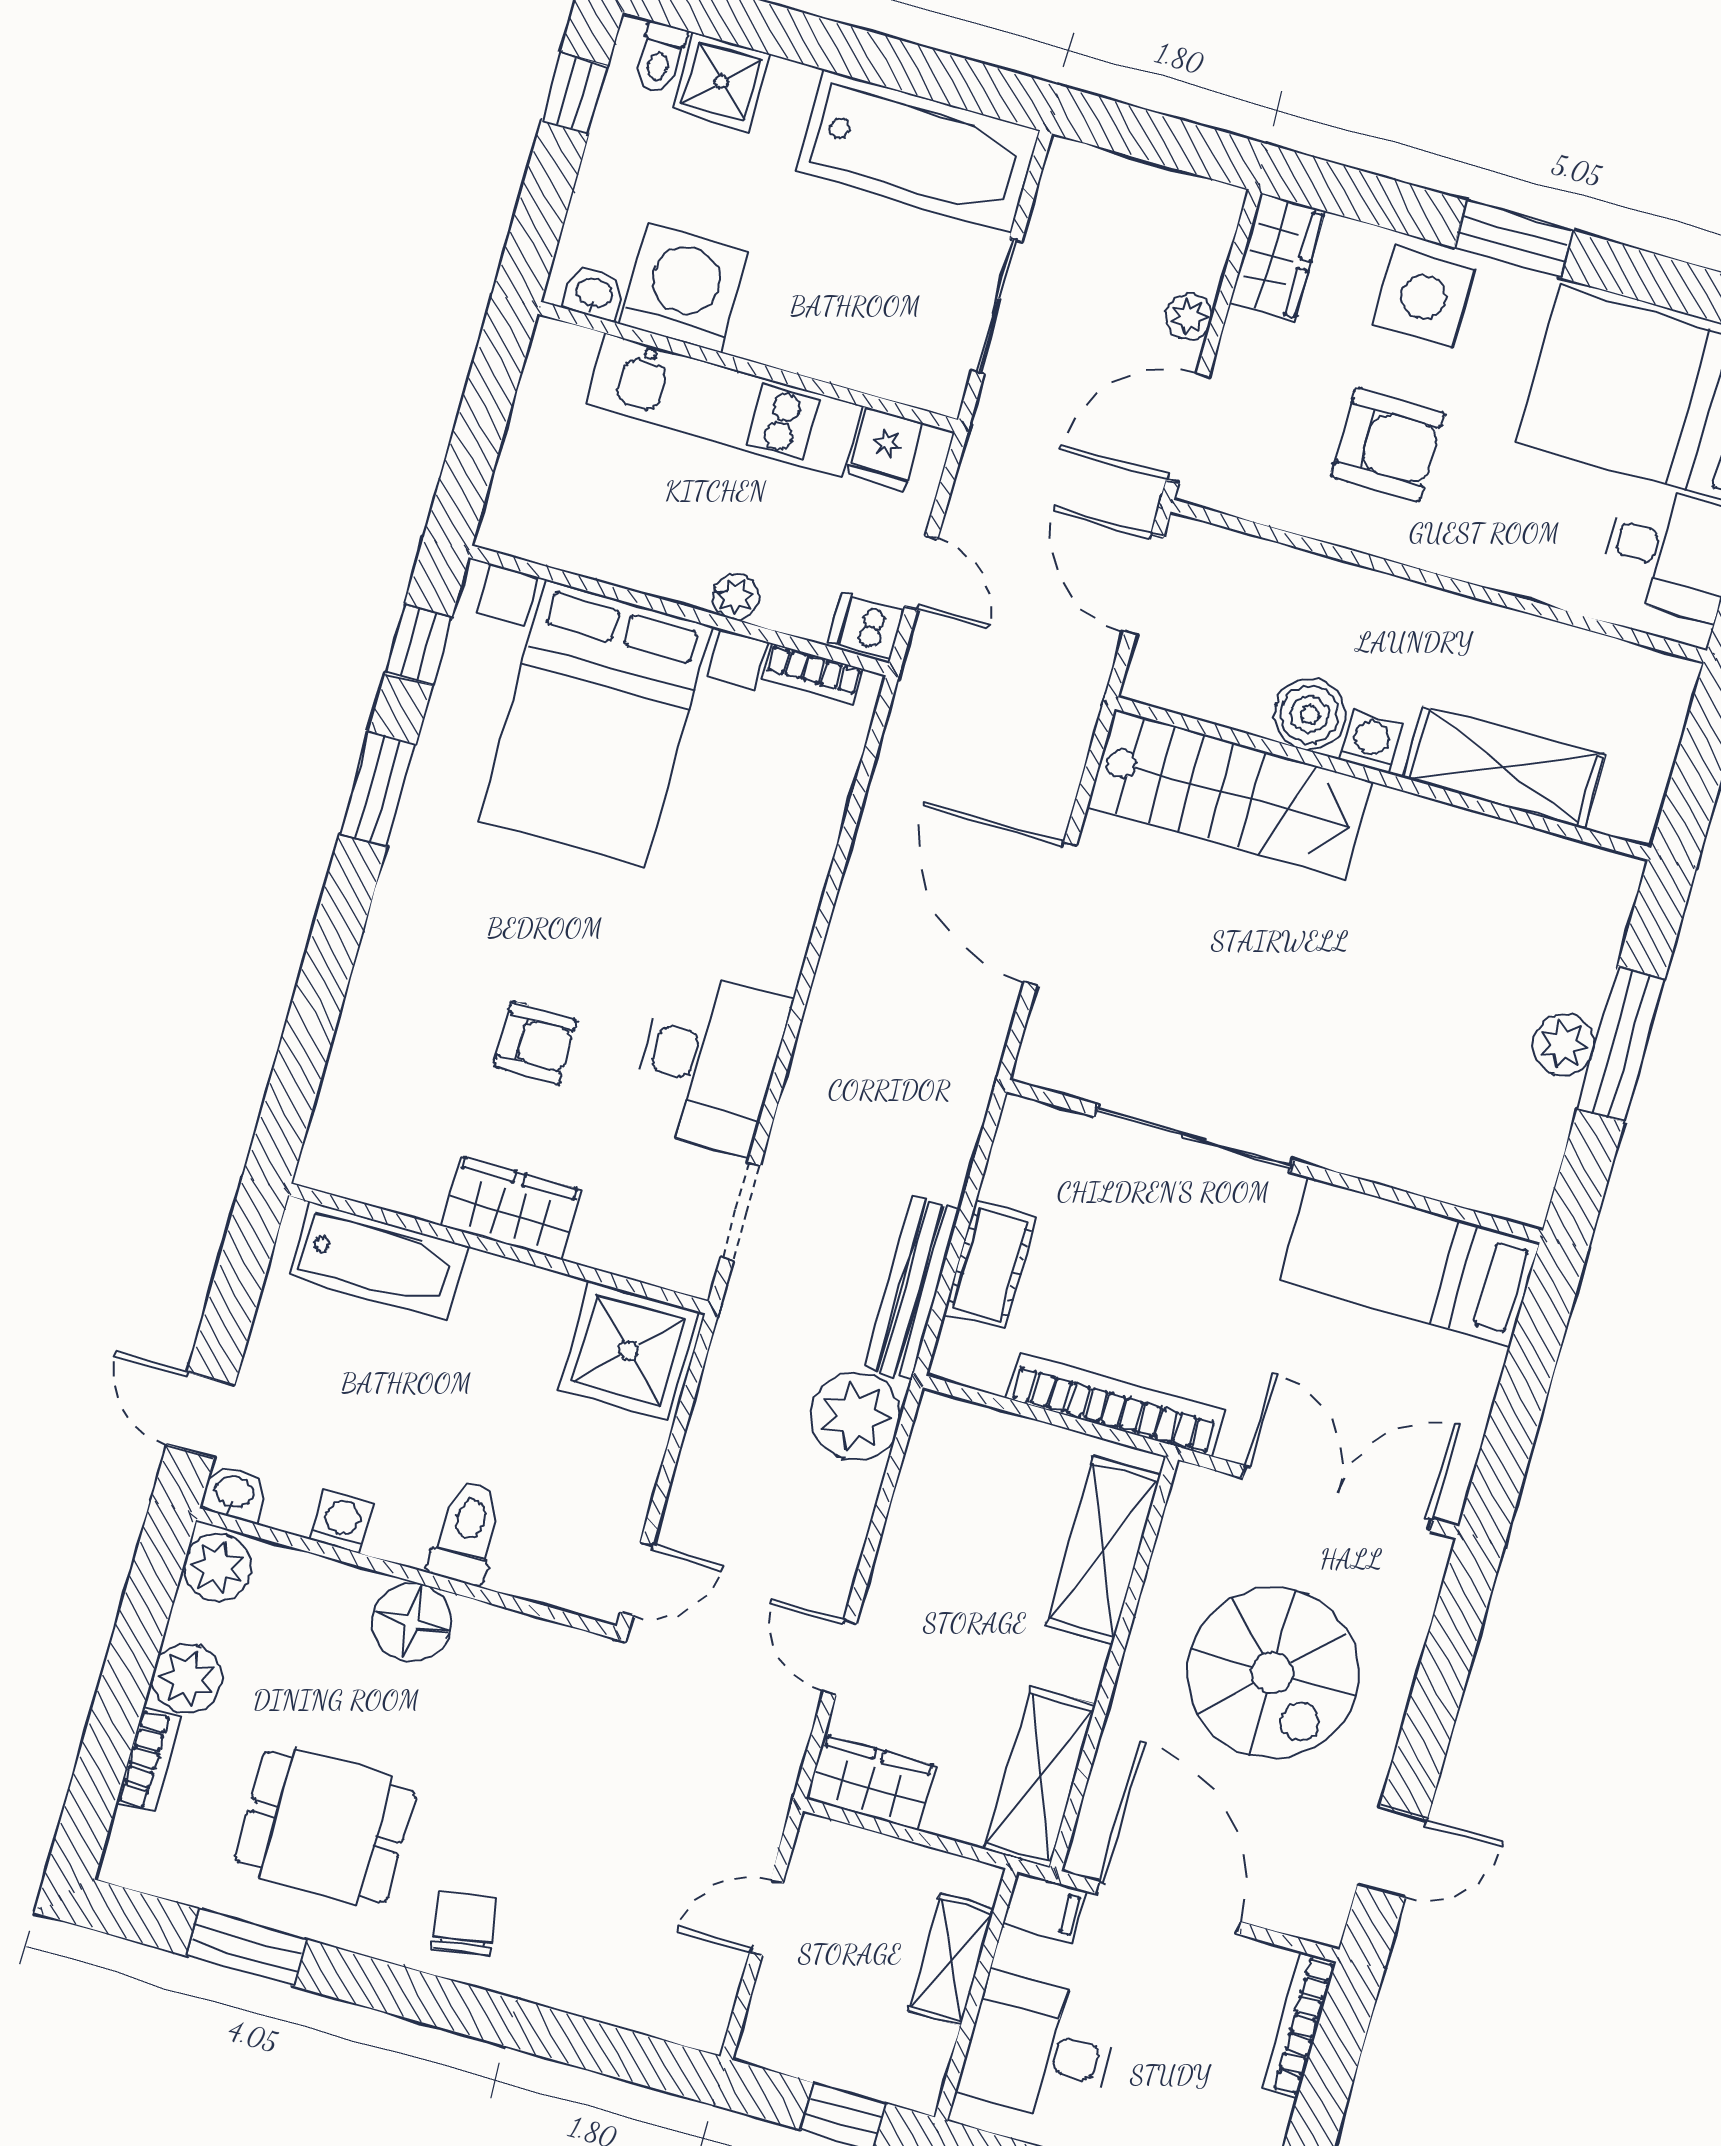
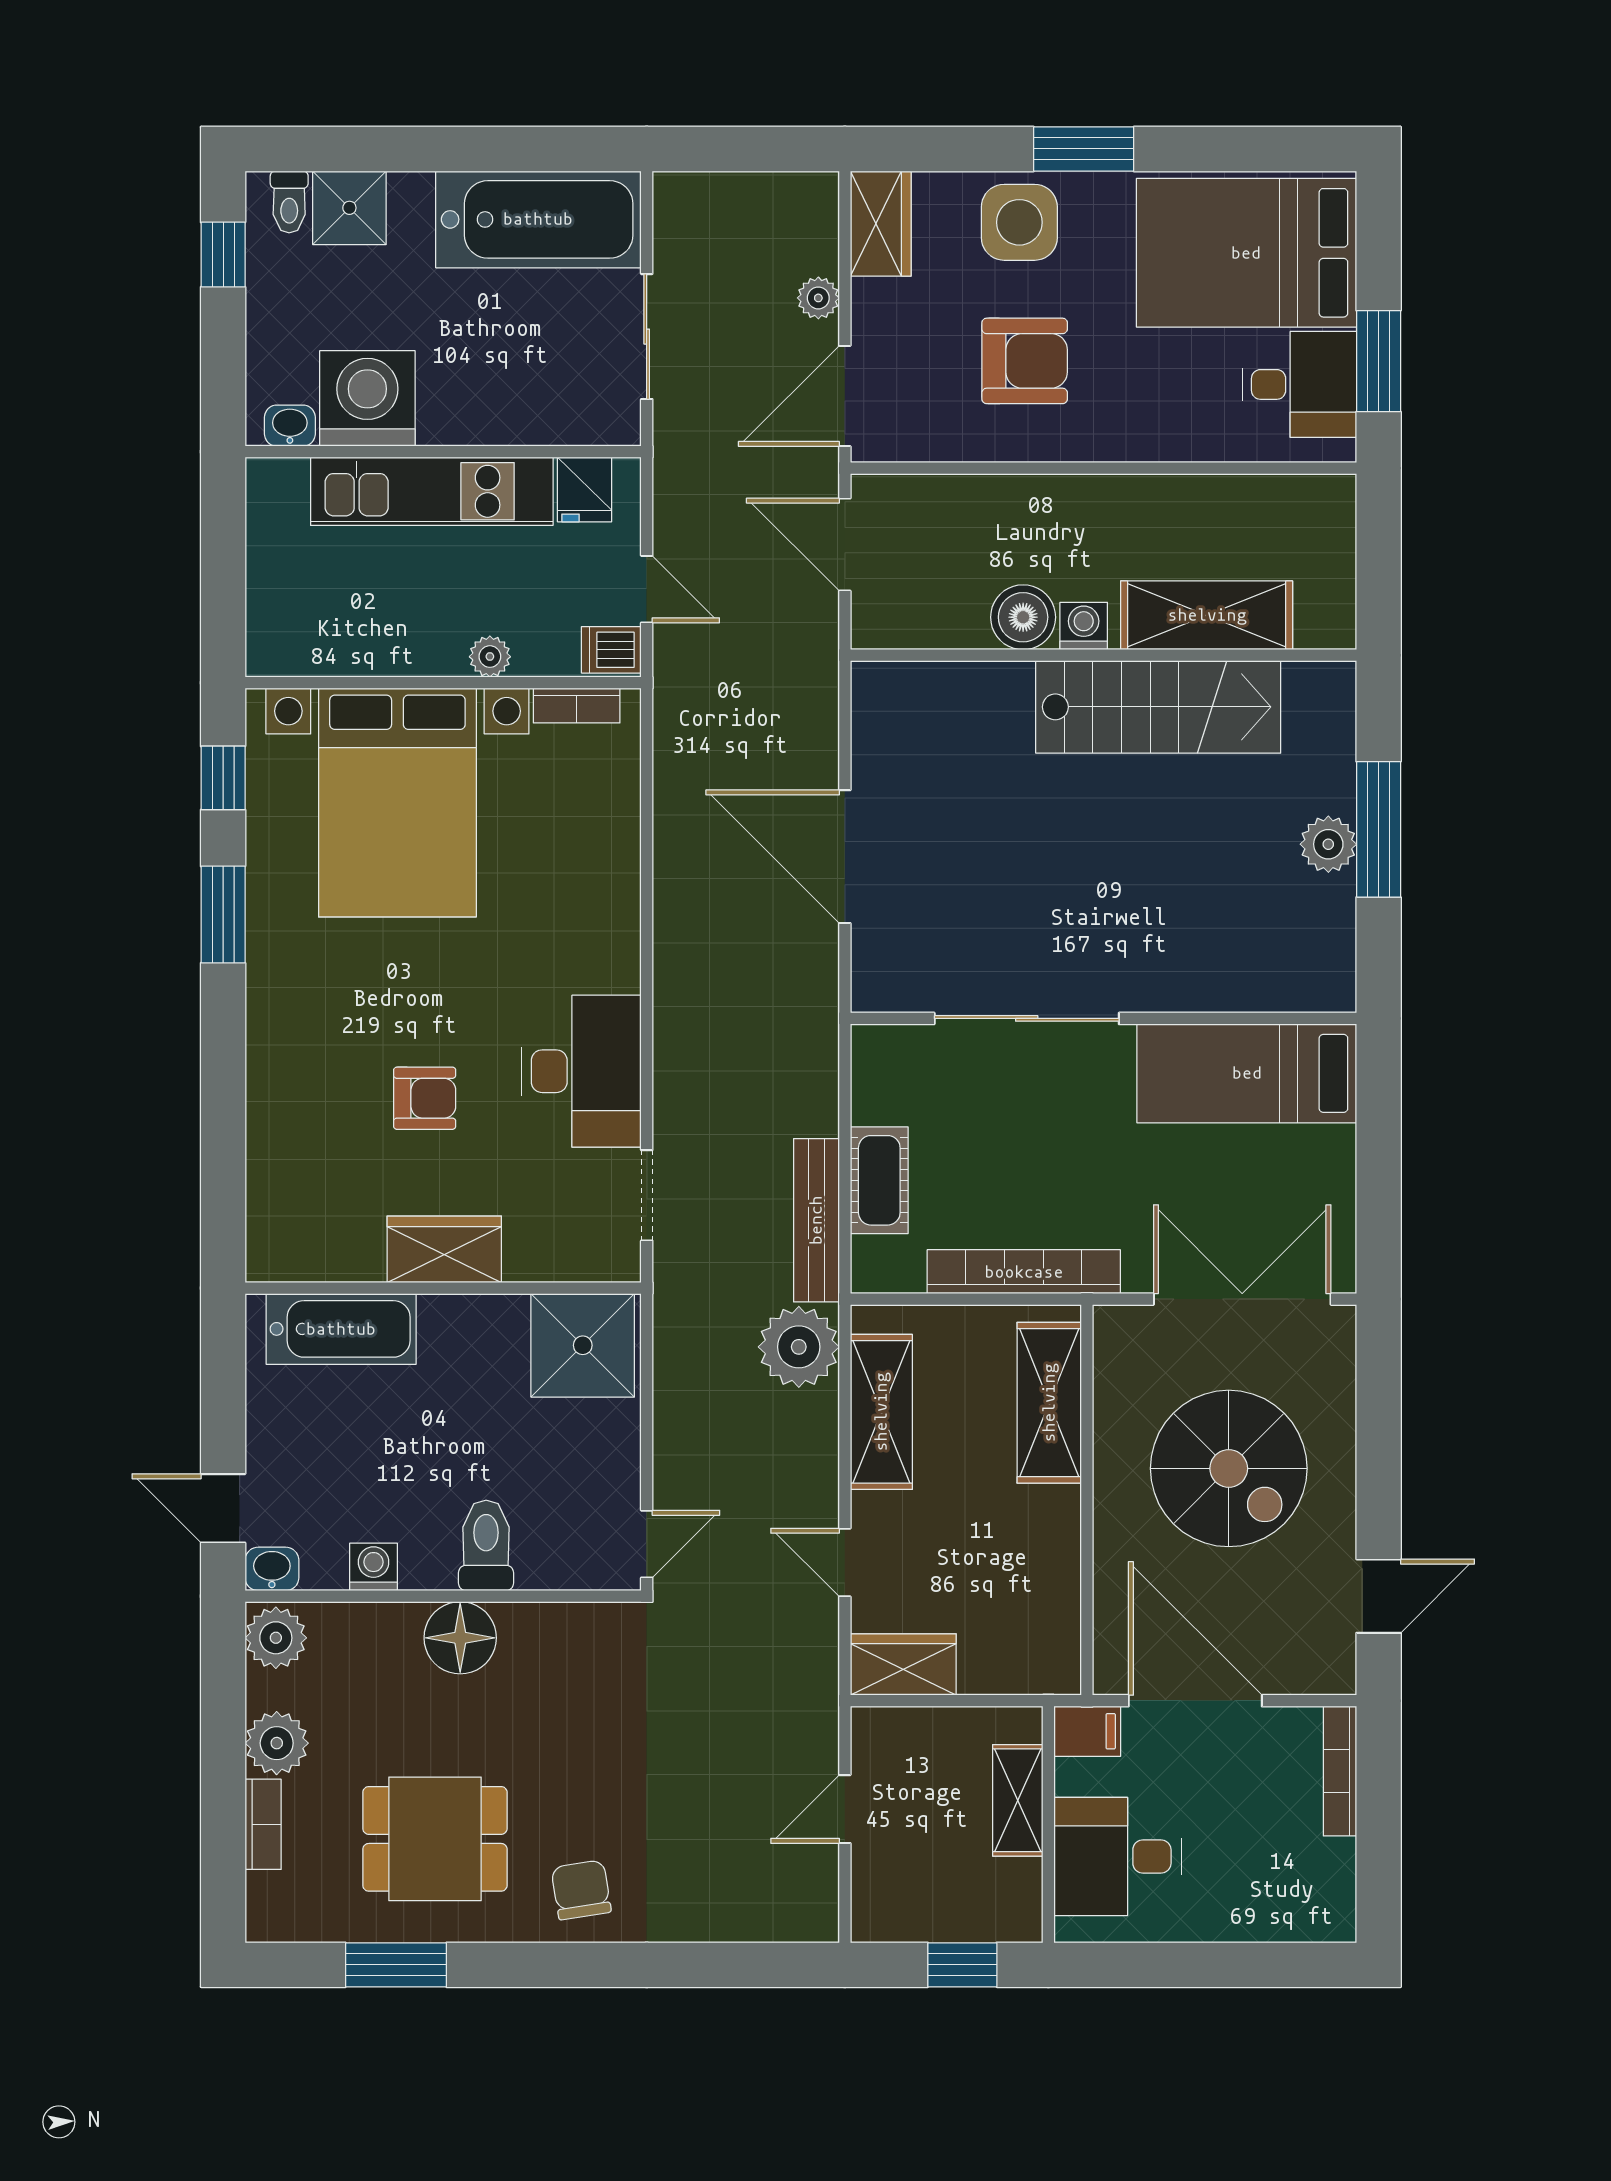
stairs: (1230, 794) -> (1158, 707), moved
shelving: (1040, 1777) -> (881, 1412), moved

